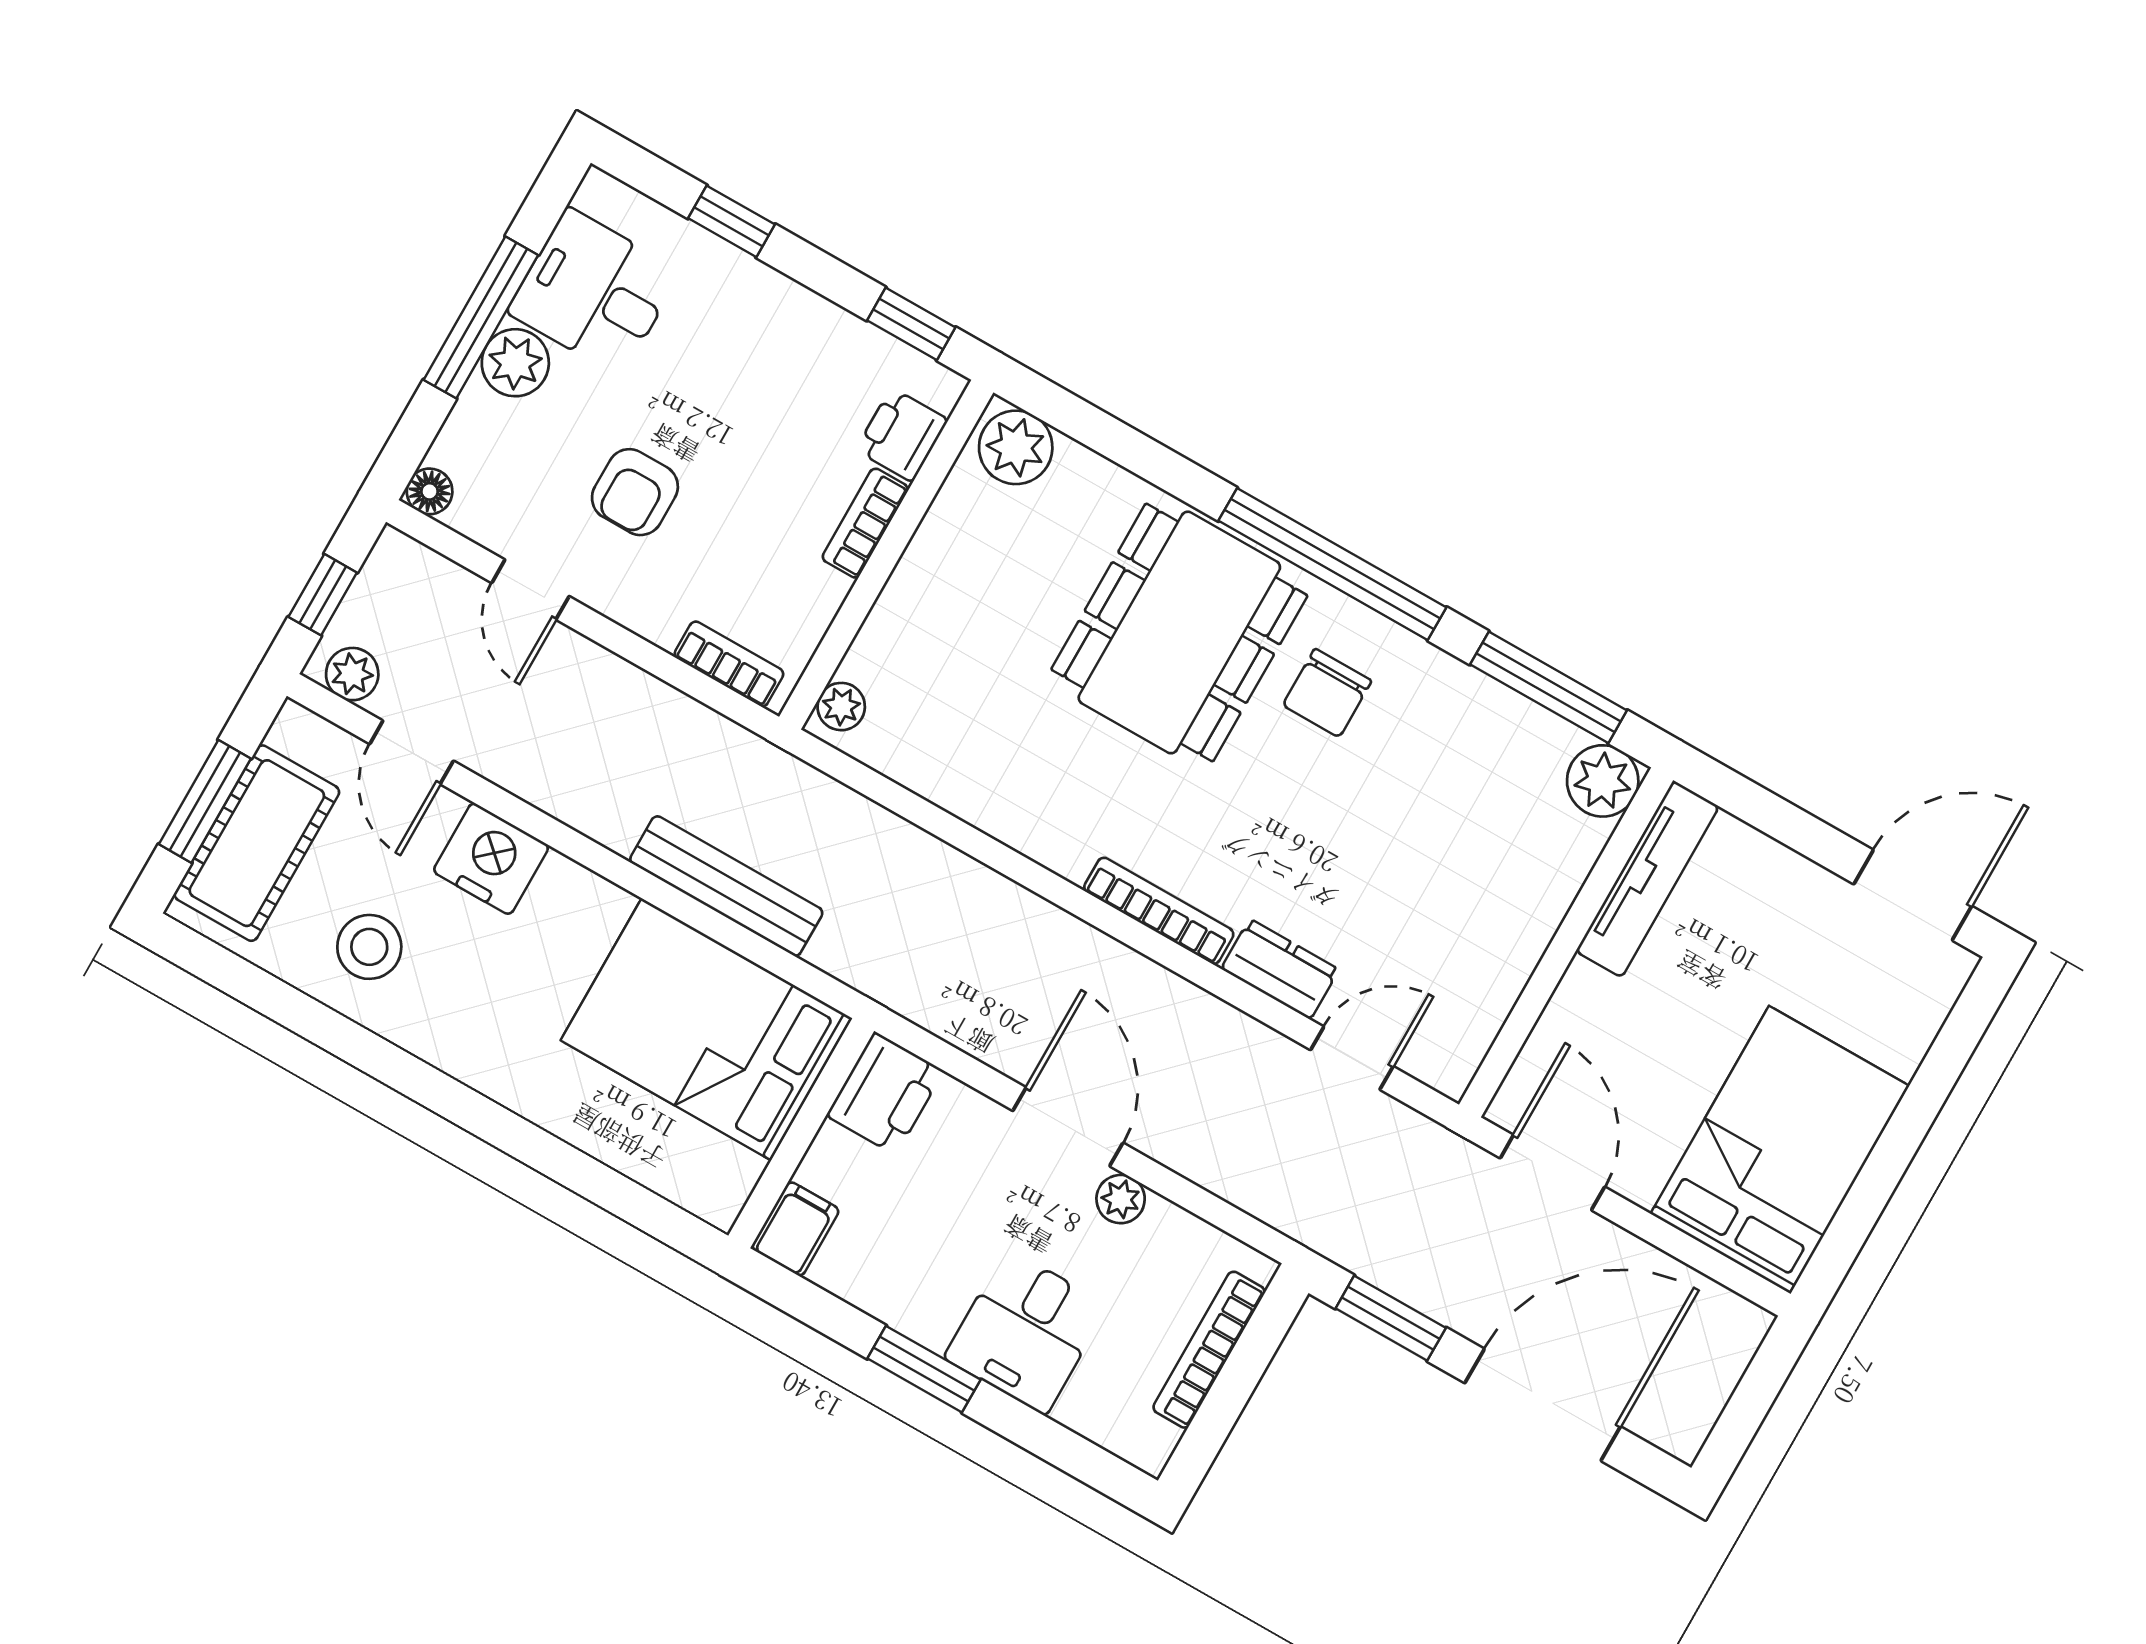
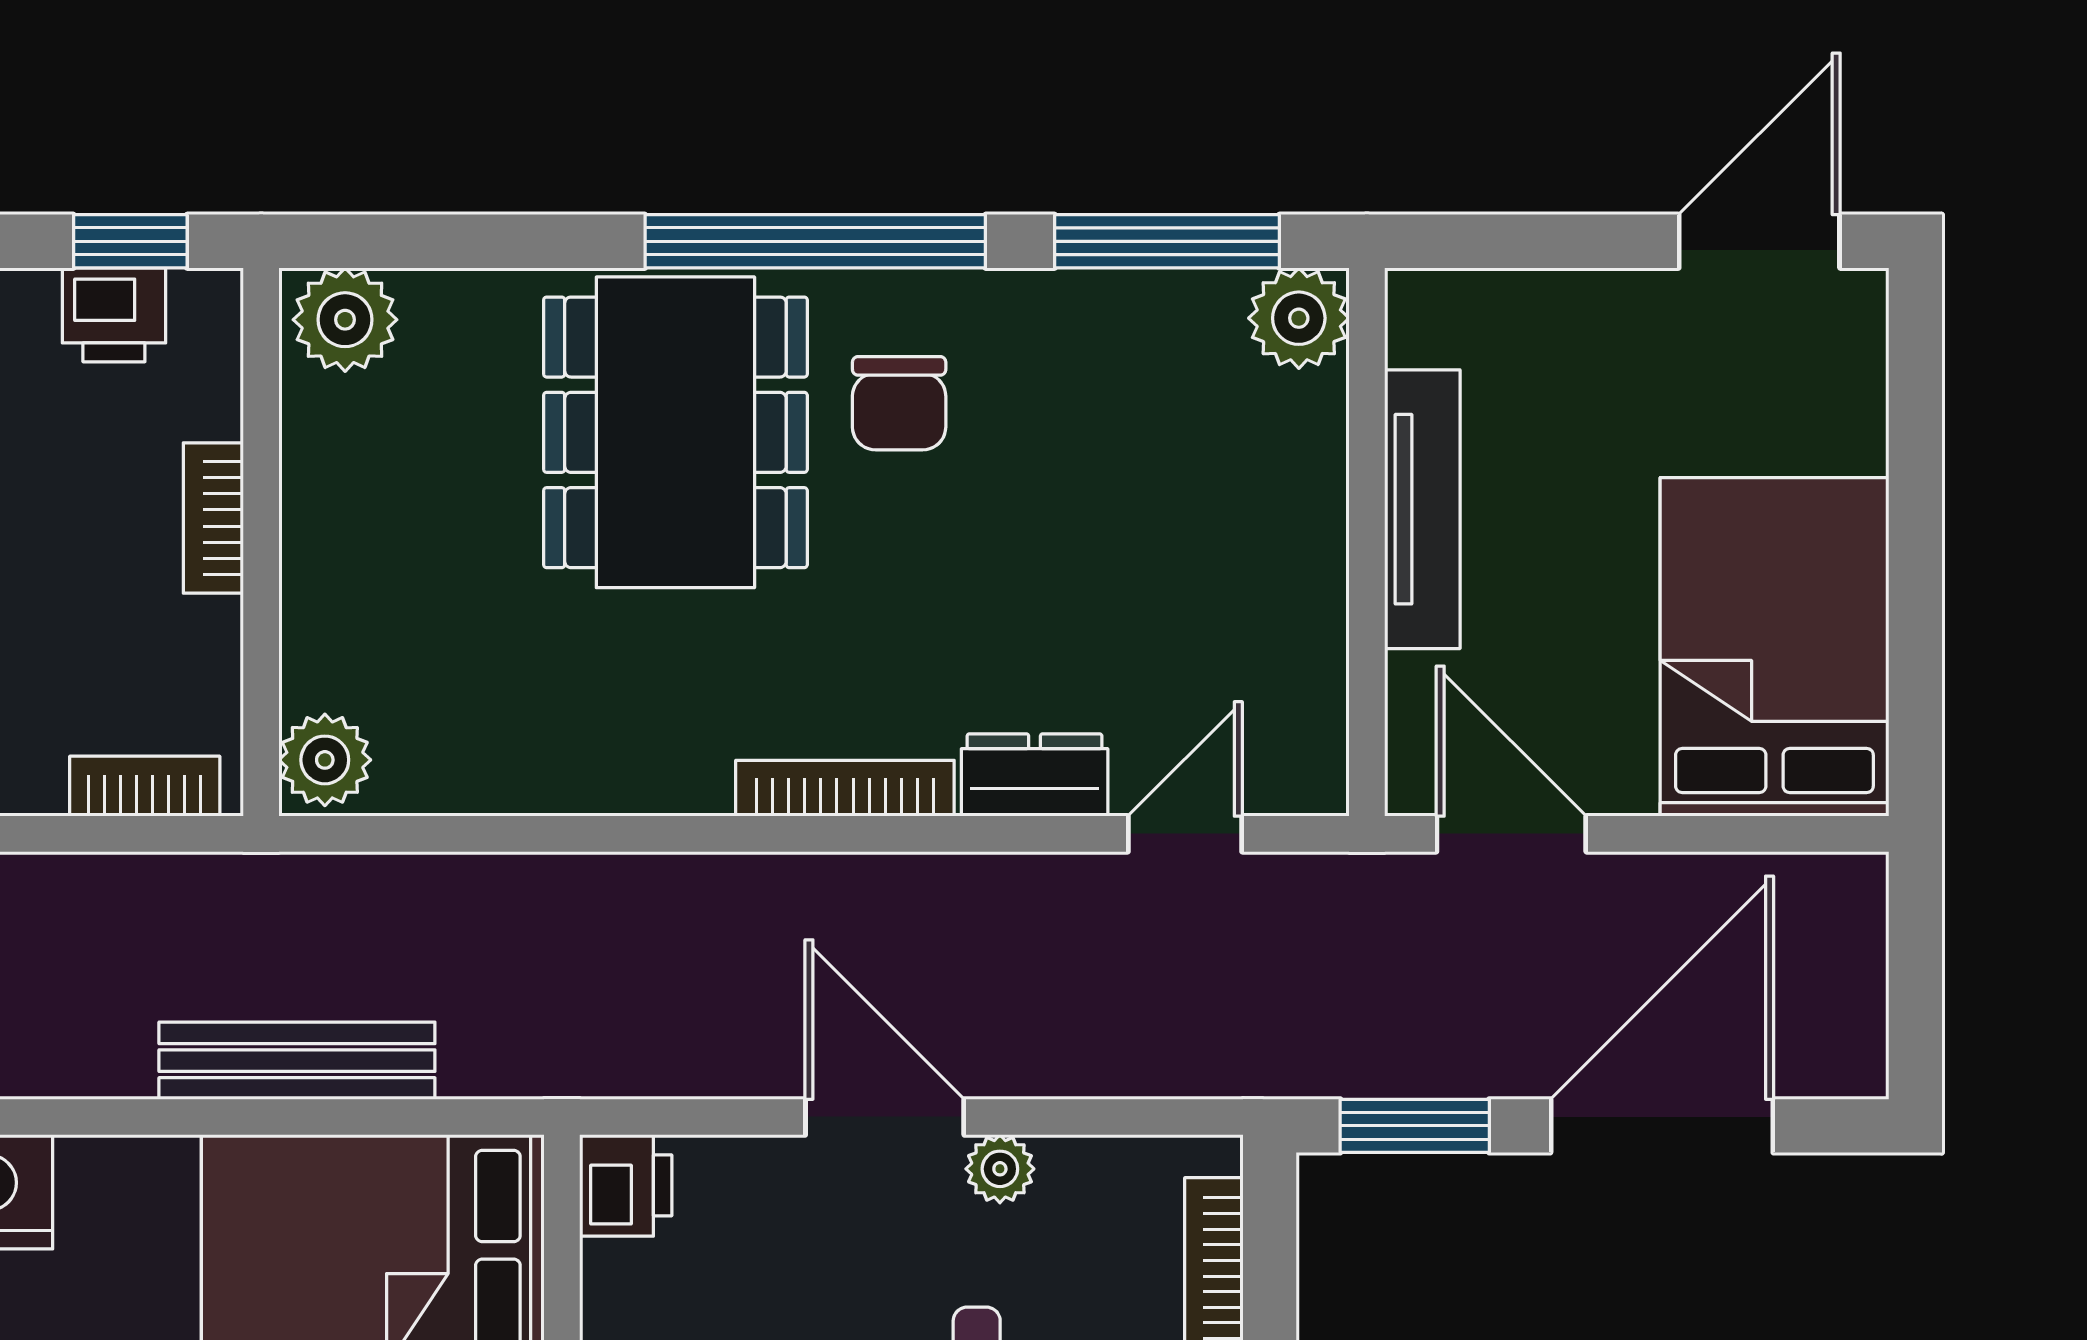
printer: (902, 435) -> (114, 315), moved, turned -90
plant: (841, 707) -> (325, 760), width x1.38, depth x1.38
tv unit: (1647, 879) -> (1422, 509), moved
printer: (885, 1093) -> (626, 1185), width x0.73, depth x0.81

